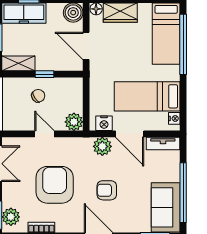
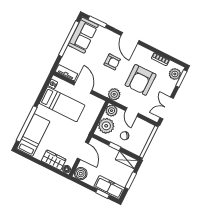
plant: (71, 97) -> (106, 126), added
nightstand: (104, 123) -> (95, 101), removed
plant: (102, 146) -> (114, 94), moved

